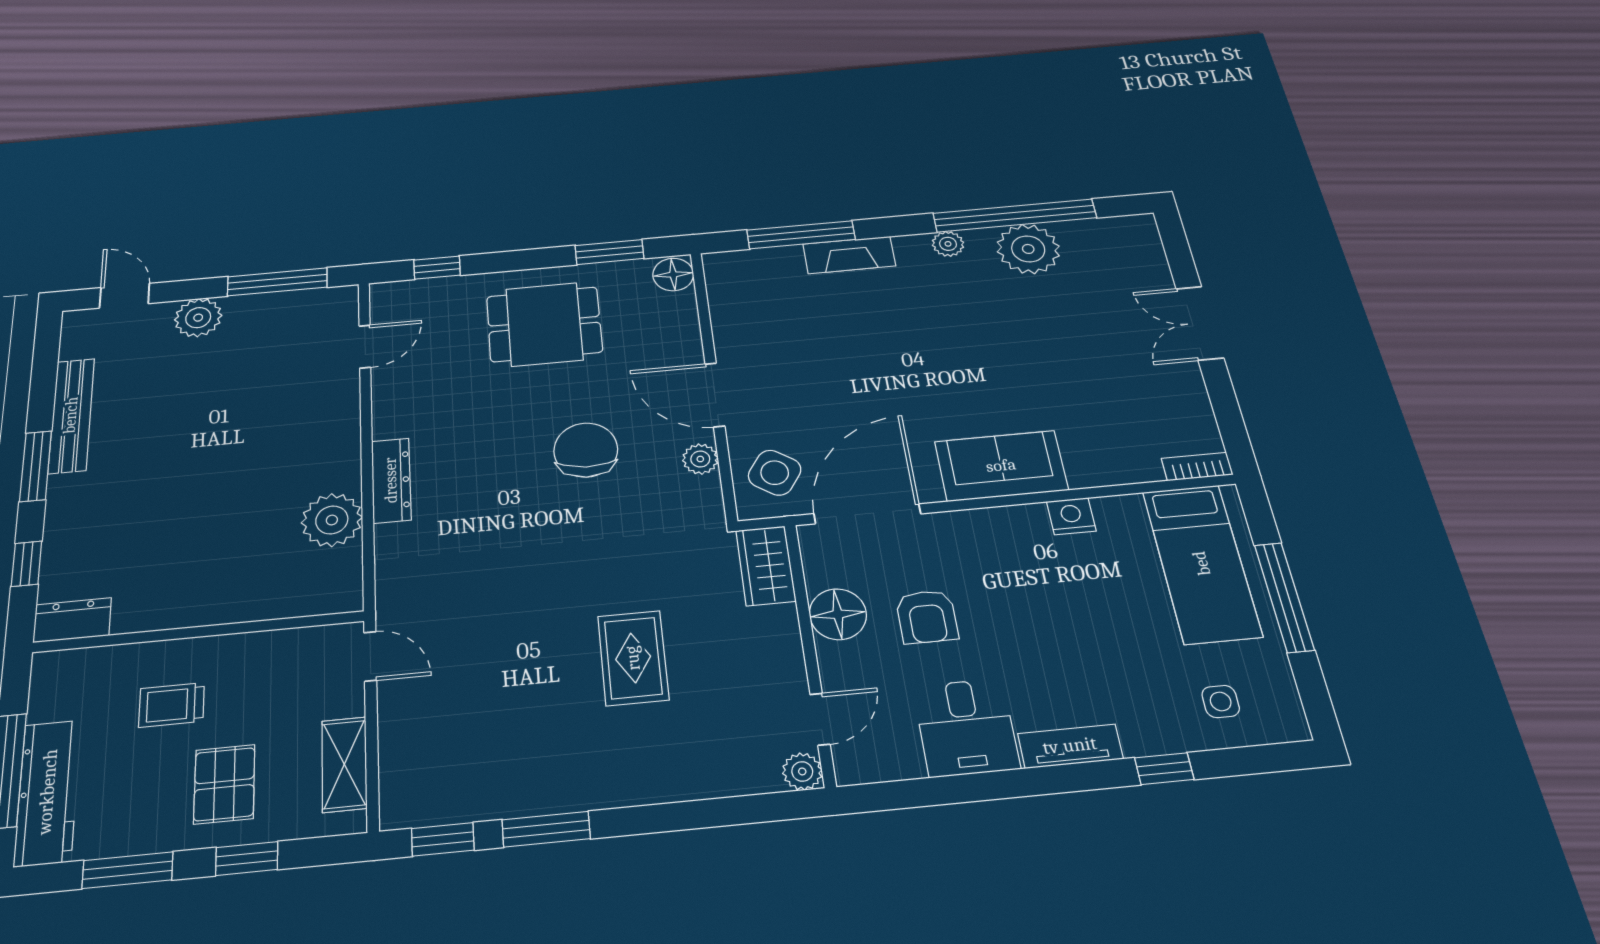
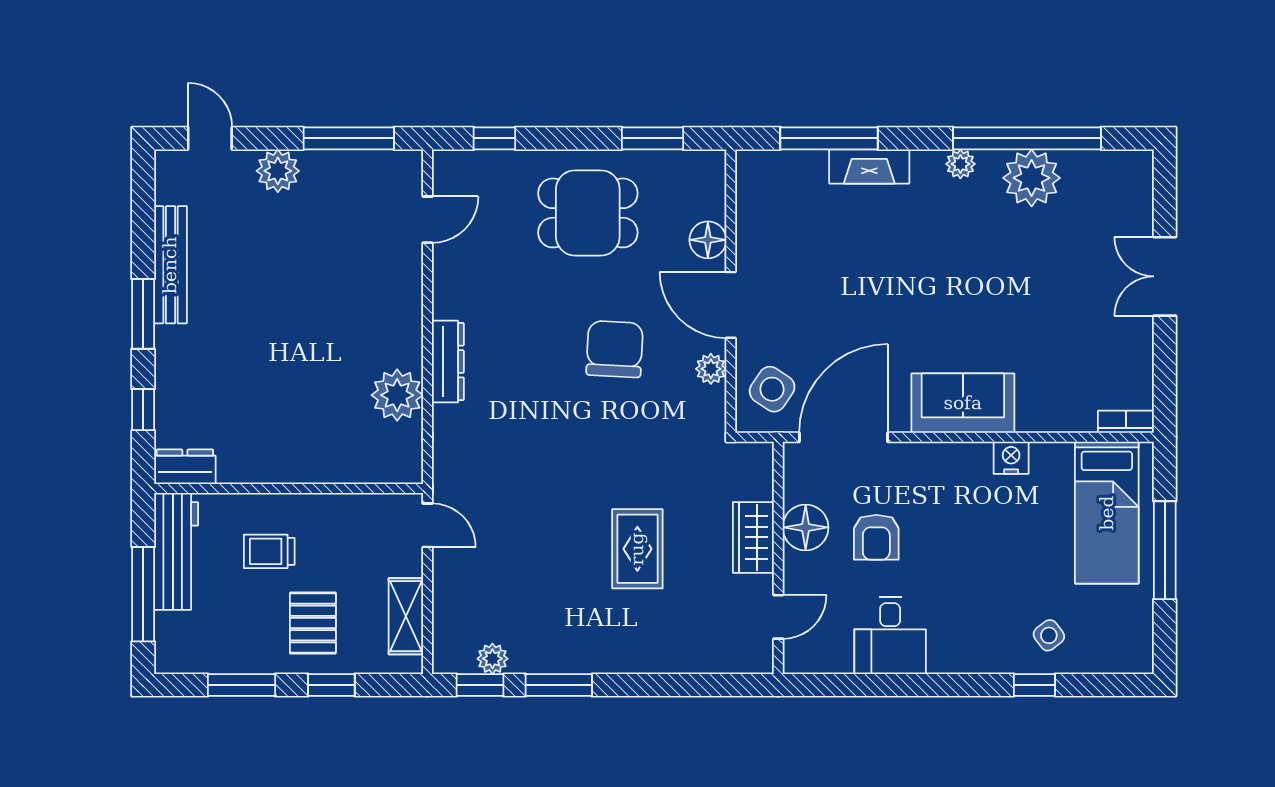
floor lamp: (673, 274) -> (708, 240), moved
wardrobe: (766, 566) -> (753, 537), moved
side table: (1221, 701) -> (1049, 635), moved, turned -37
tv unit: (1070, 746) -> (967, 659), removed
plant: (802, 771) -> (492, 659), moved
workbench: (48, 792) -> (176, 551), moved

